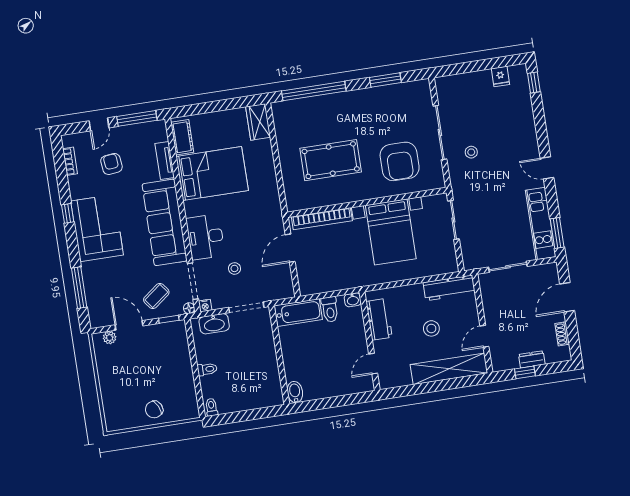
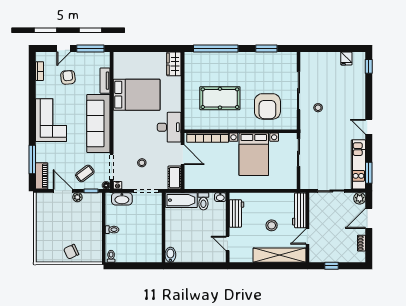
cot: (182, 137) -> (175, 178), moved
window: (68, 213) -> (32, 107), removed
desk: (205, 237) -> (169, 127), moved, turned 180
door: (290, 248) -> (183, 155), swing flipped
plant: (550, 271) -> (360, 198), added
workbench: (449, 288) -> (299, 210), moved, turned 90
piano: (96, 309) -> (42, 176), added
plant: (110, 338) -> (77, 197), moved
dresser: (532, 359) -> (338, 257), removed
door: (373, 364) -> (228, 243), hinge flipped

